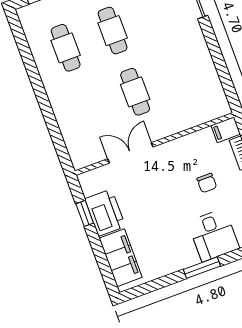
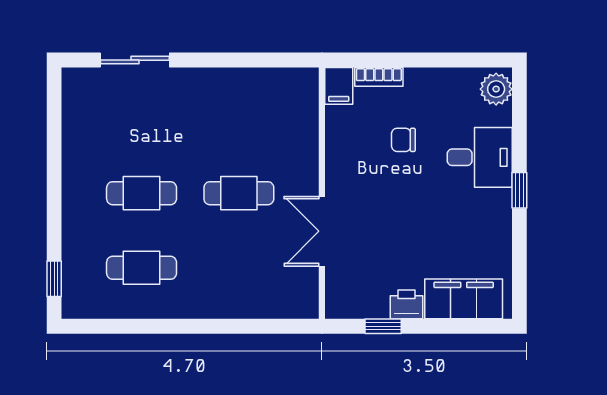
chair: (207, 183) -> (403, 140), turned 180
printer: (105, 213) -> (407, 304), width x0.53, depth x0.68
window: (202, 268) -> (519, 190), width x0.67

